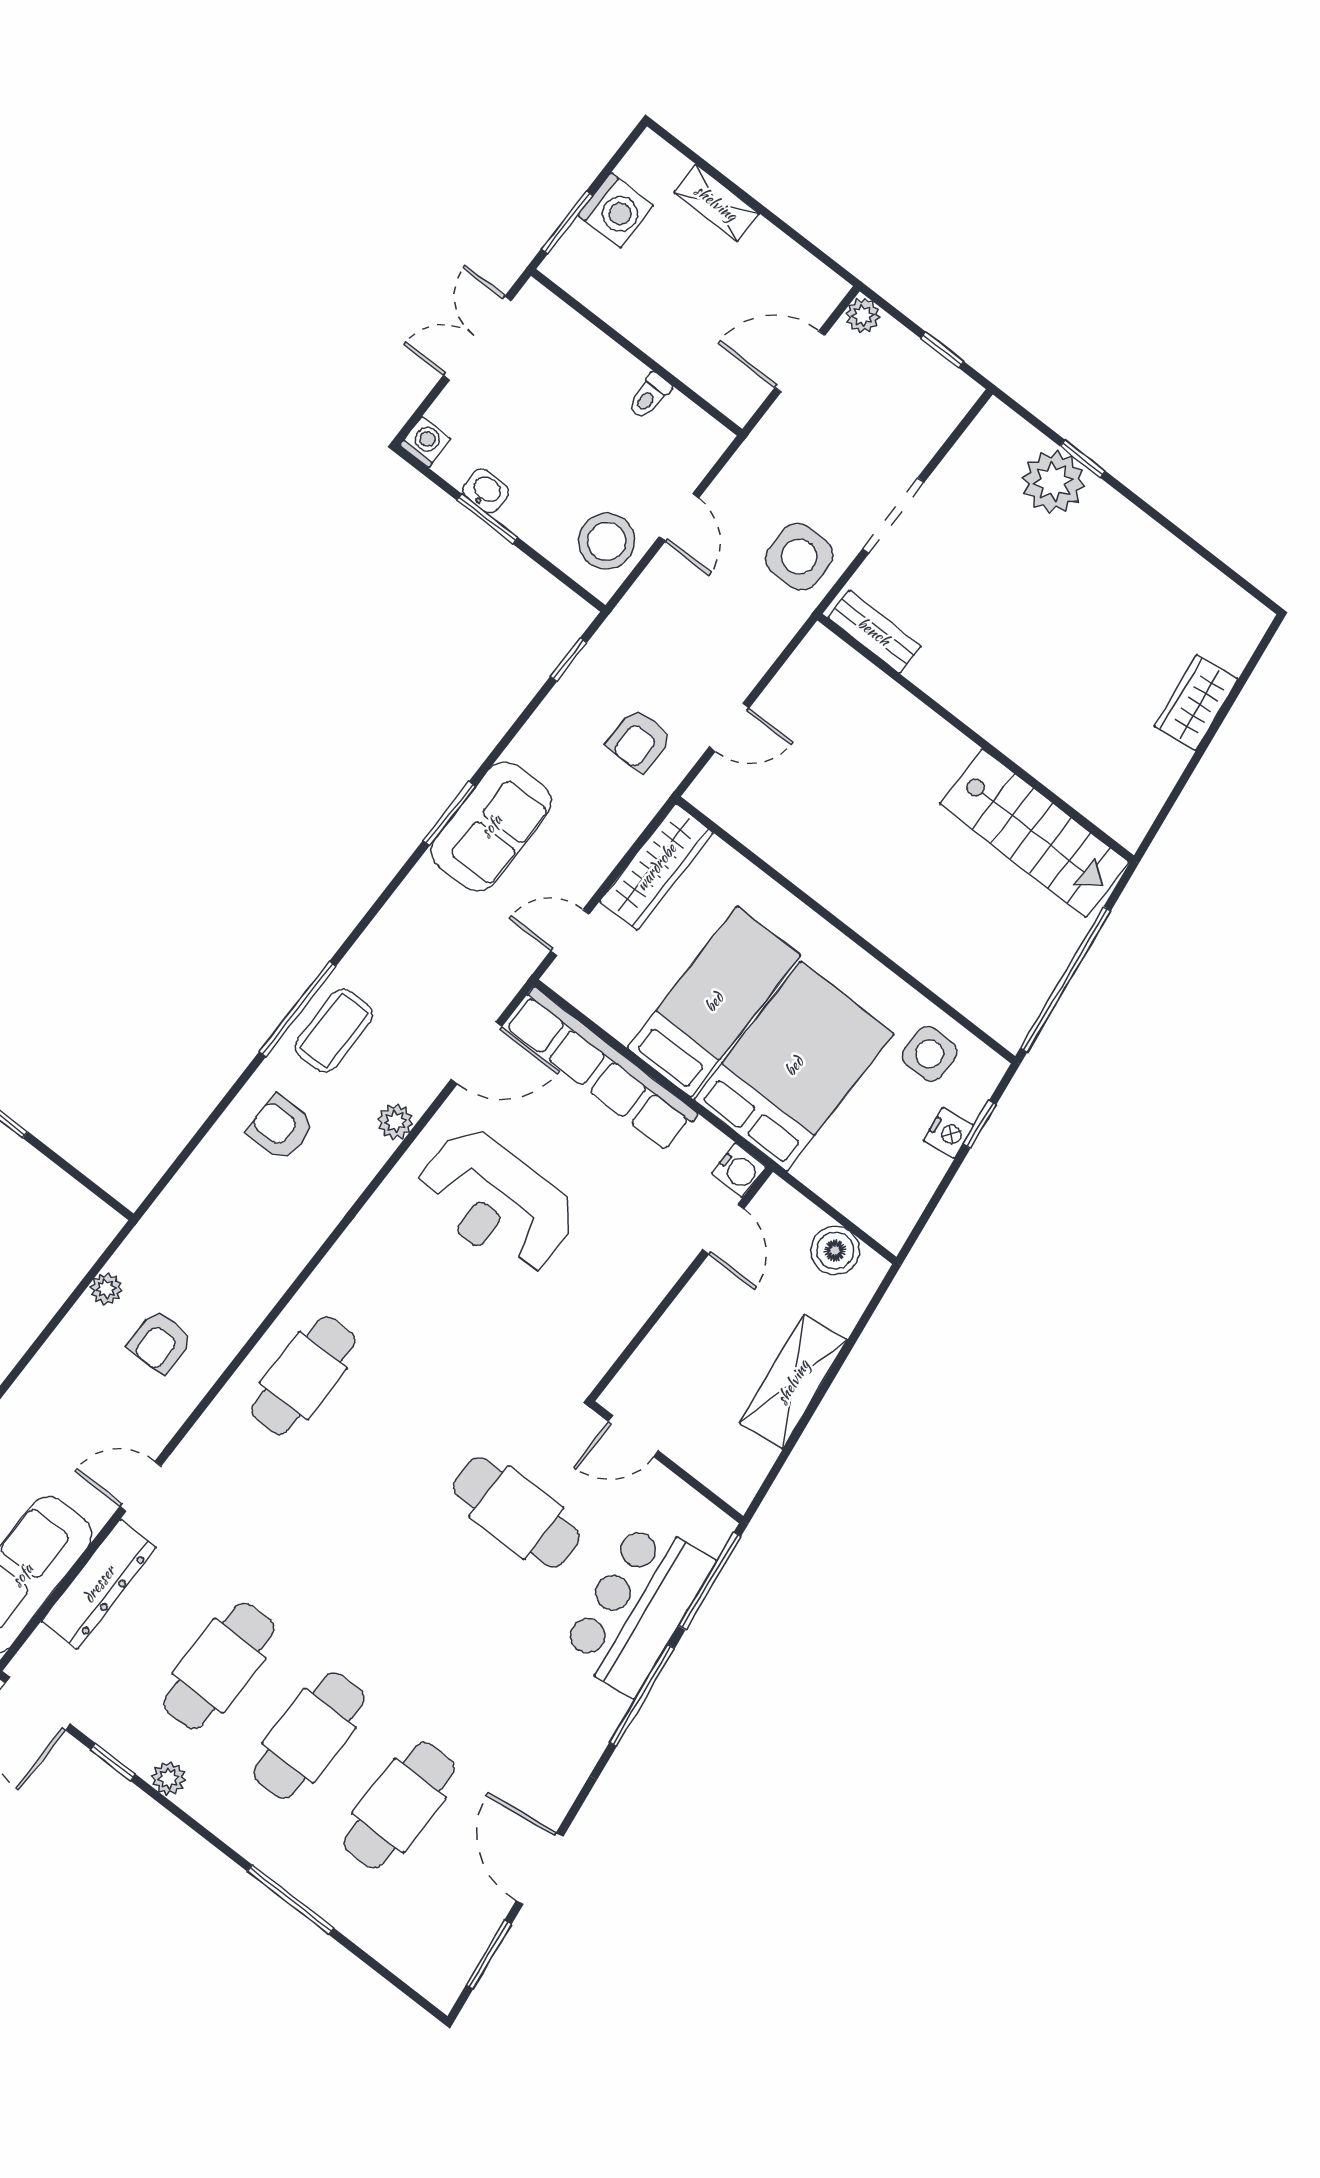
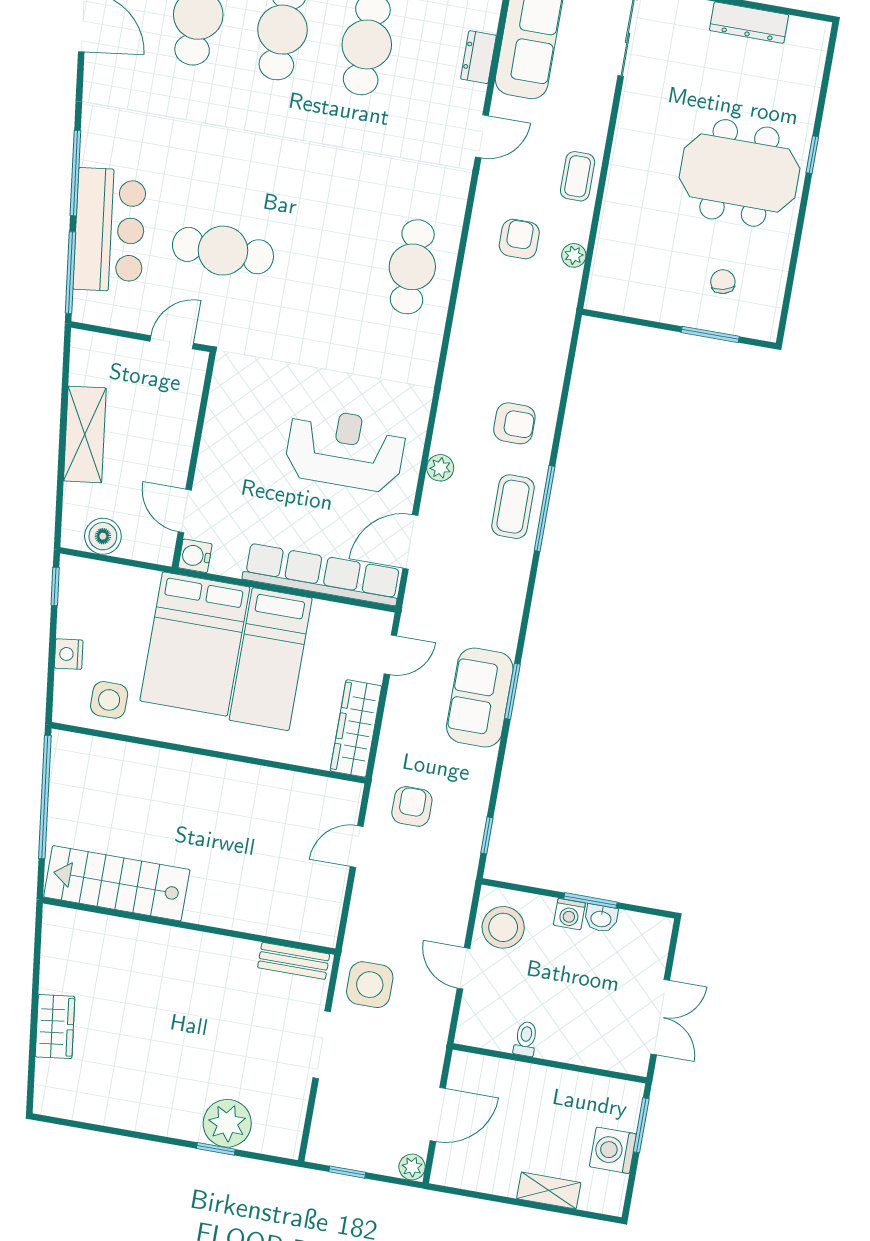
washing machine: (425, 442) -> (569, 914), moved
window: (980, 1125) -> (55, 586), moved
coffee table: (53, 1380) -> (578, 176), added
dresser: (99, 1584) -> (478, 57), width x0.51, depth x0.80

